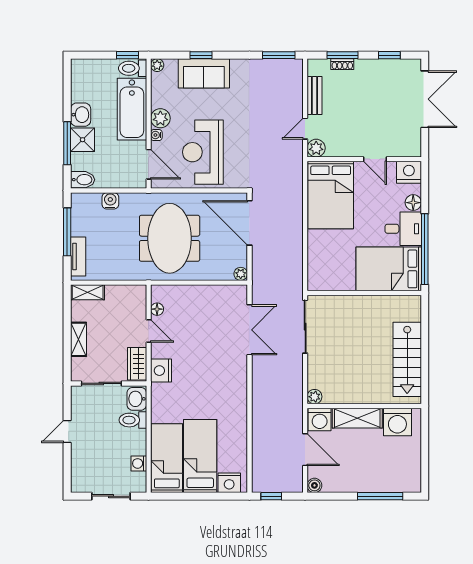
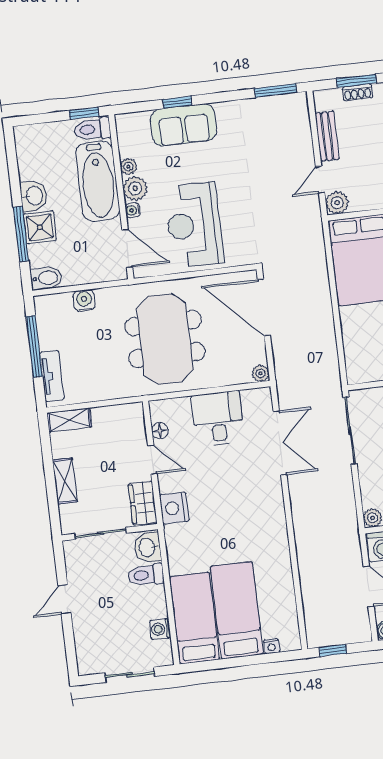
plant: (157, 65) -> (128, 167), moved
desk: (203, 305) -> (218, 419), added
nightstand: (229, 483) -> (272, 646), width x0.53, depth x0.56

